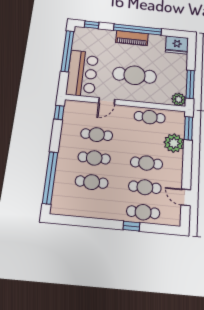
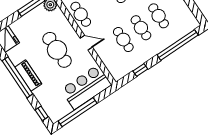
door: (107, 101) -> (86, 43), moved
window: (59, 113) -> (140, 70), moved

